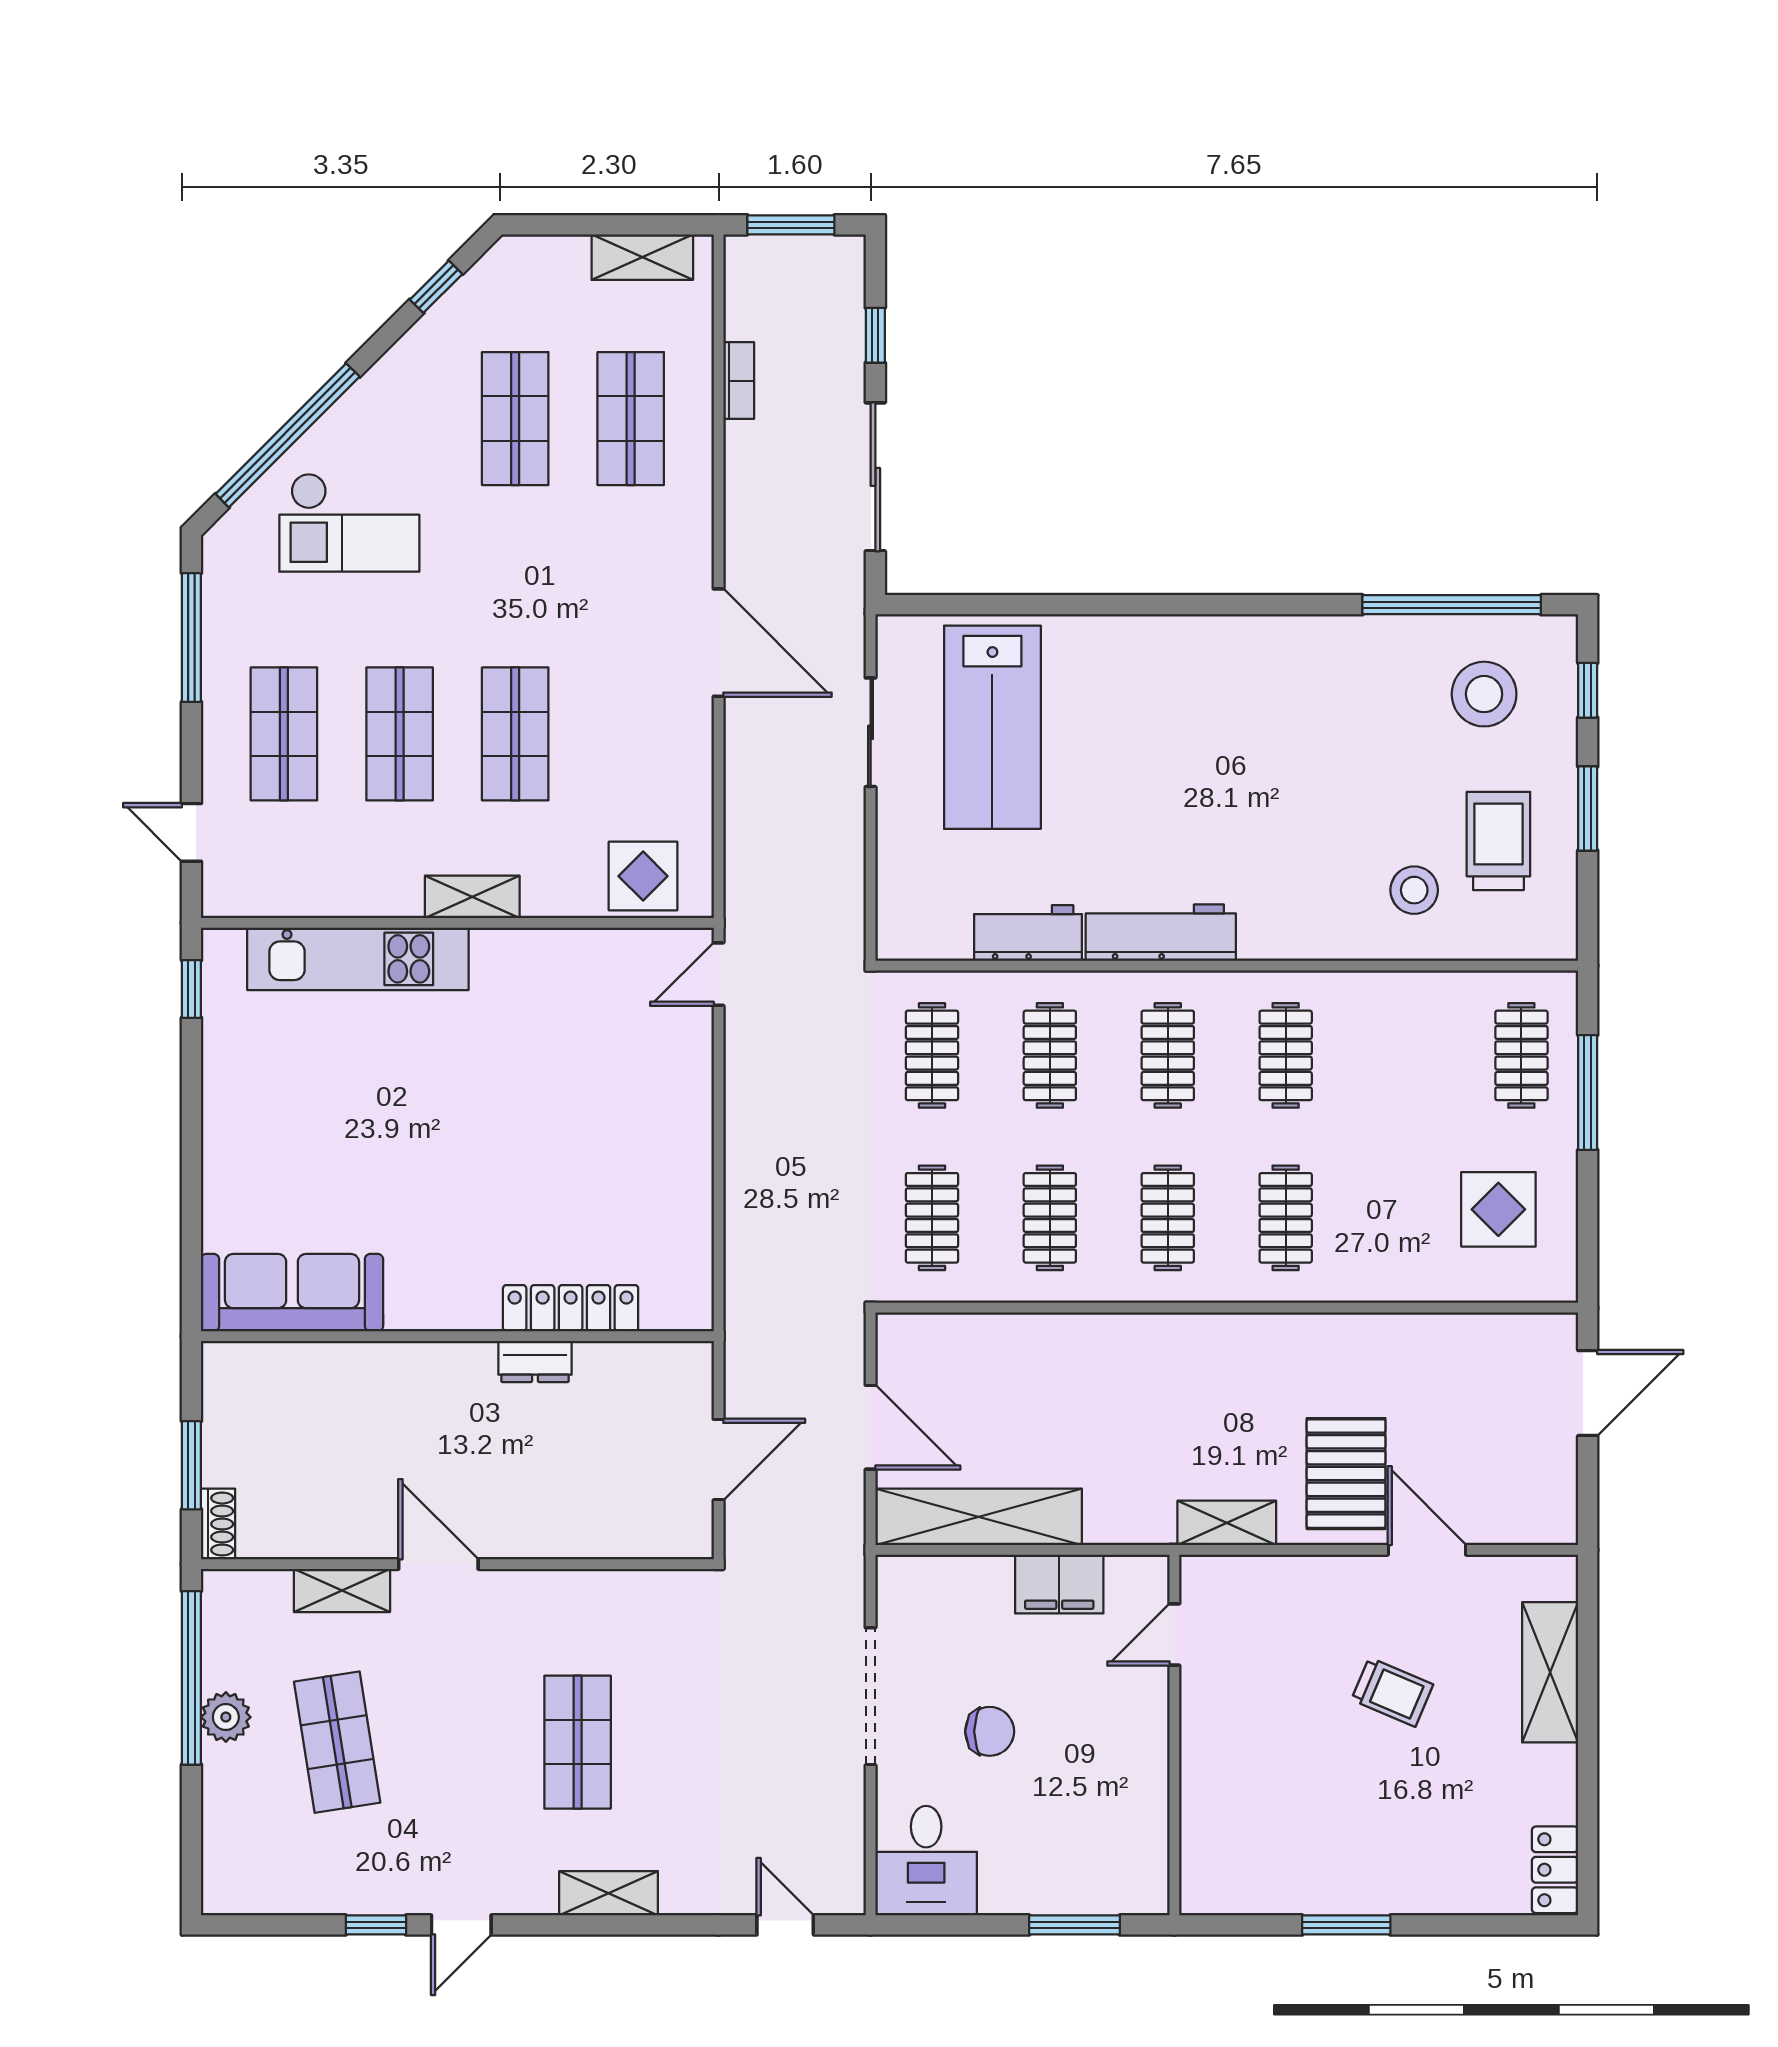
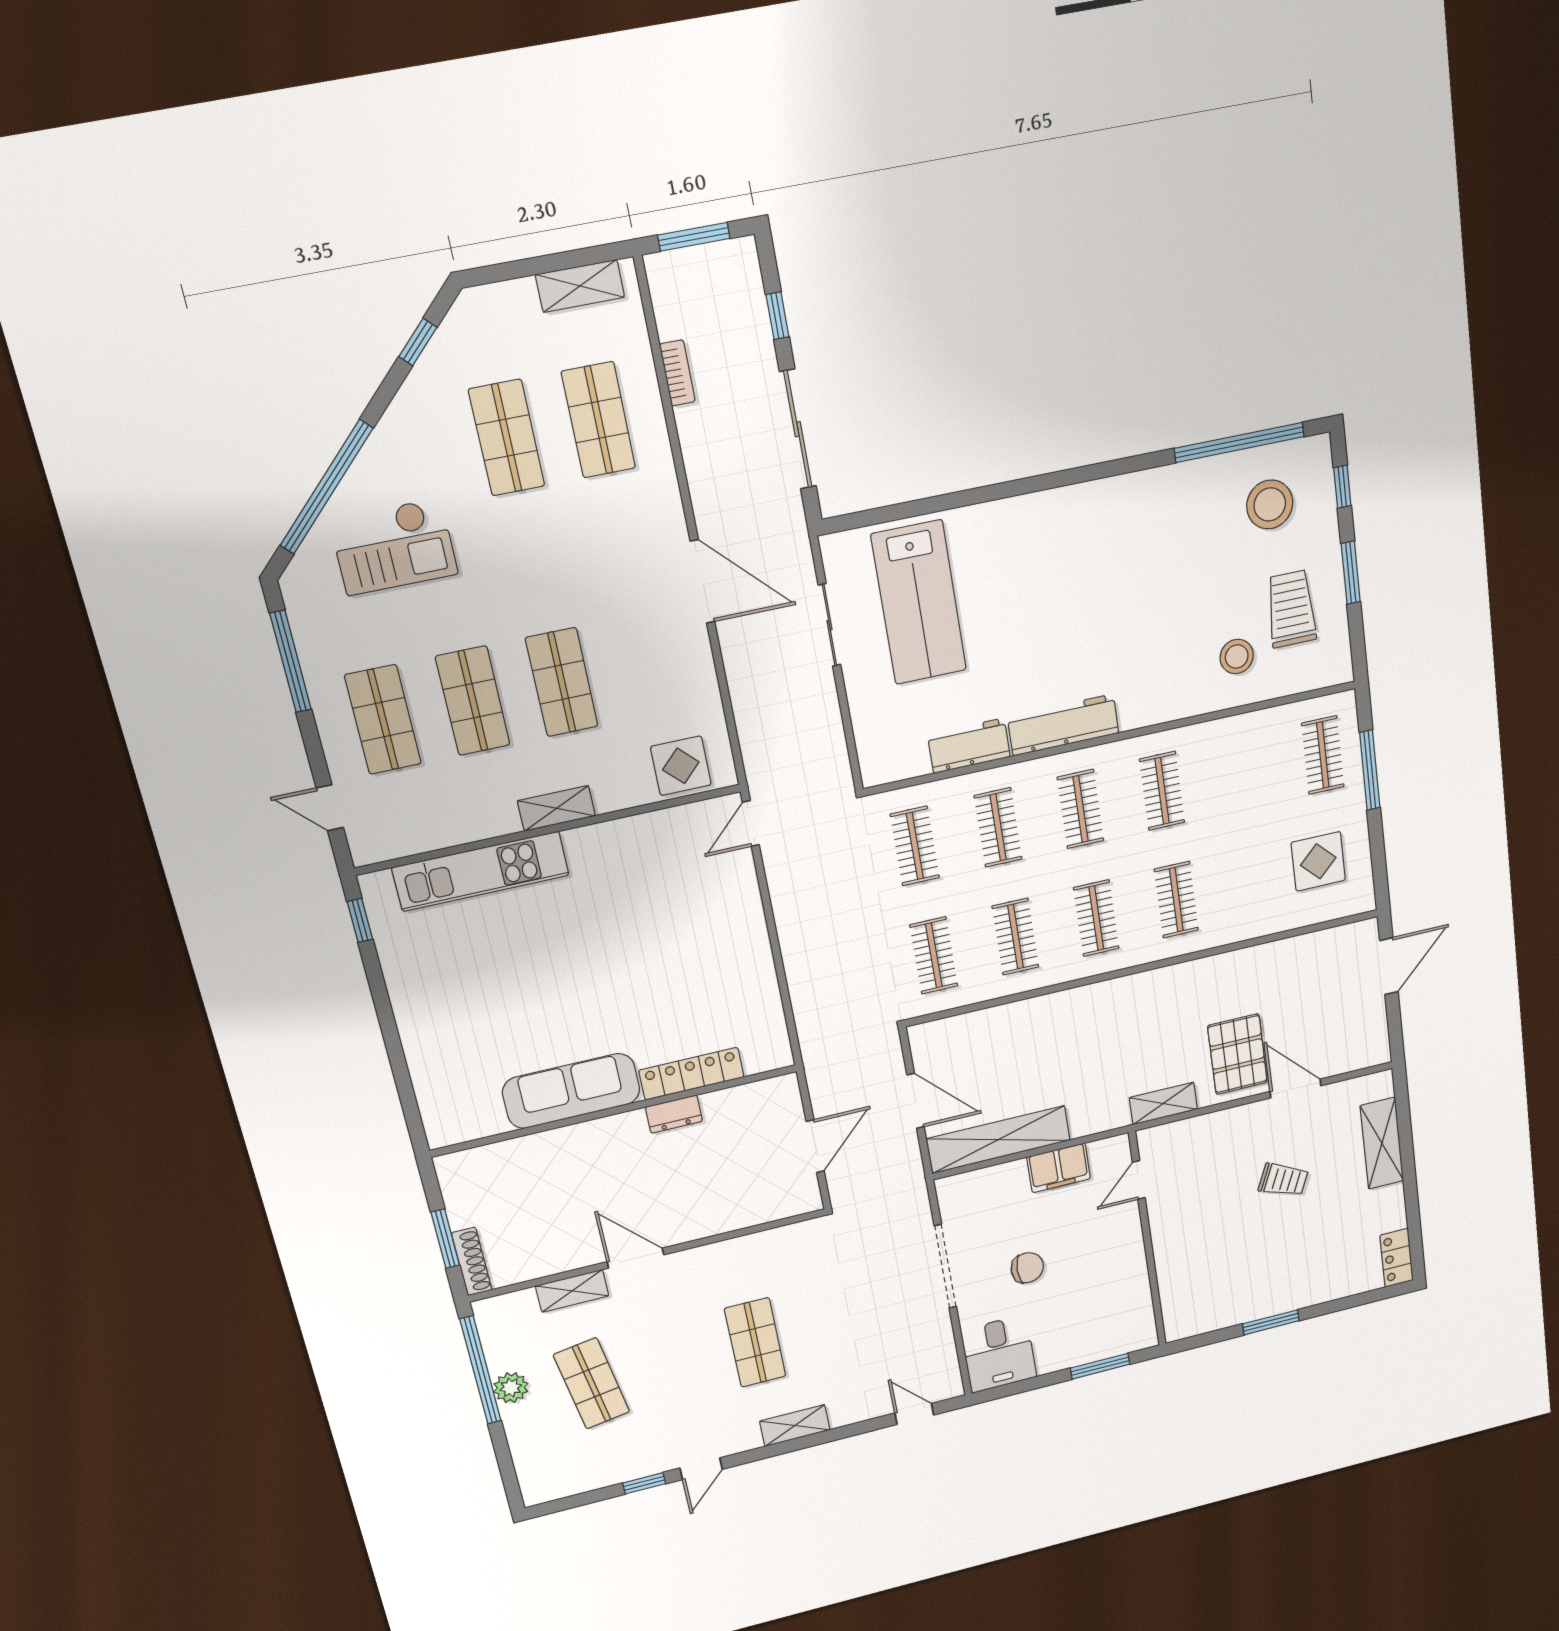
sofa: (292, 1293) -> (571, 1091), moved
shoe rack: (218, 1524) -> (472, 1262), width x1.43

